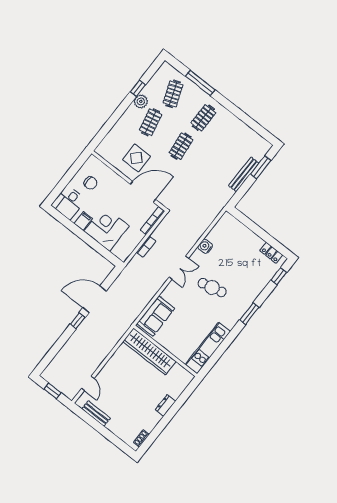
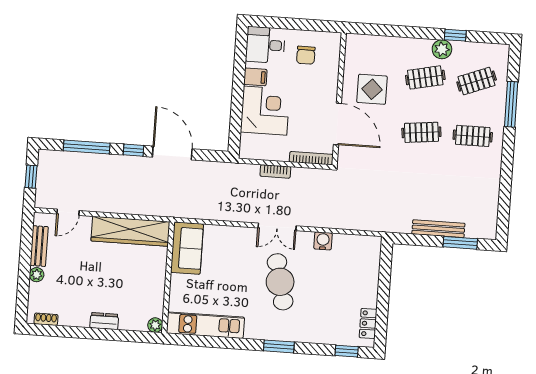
cafe table: (212, 288) -> (280, 282), width x1.37, depth x1.35
sofa: (156, 316) -> (187, 248), moved, turned -90
window: (57, 347) -> (87, 147), added
wardrobe: (149, 351) -> (130, 231), moved, turned -90
plant: (188, 377) -> (155, 325), added
plant: (112, 426) -> (37, 275), added

